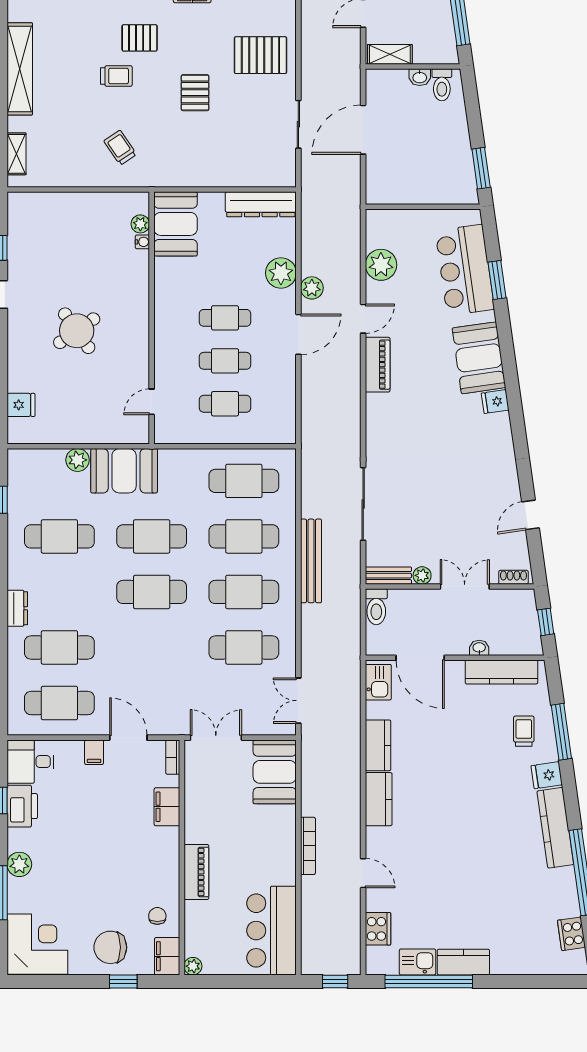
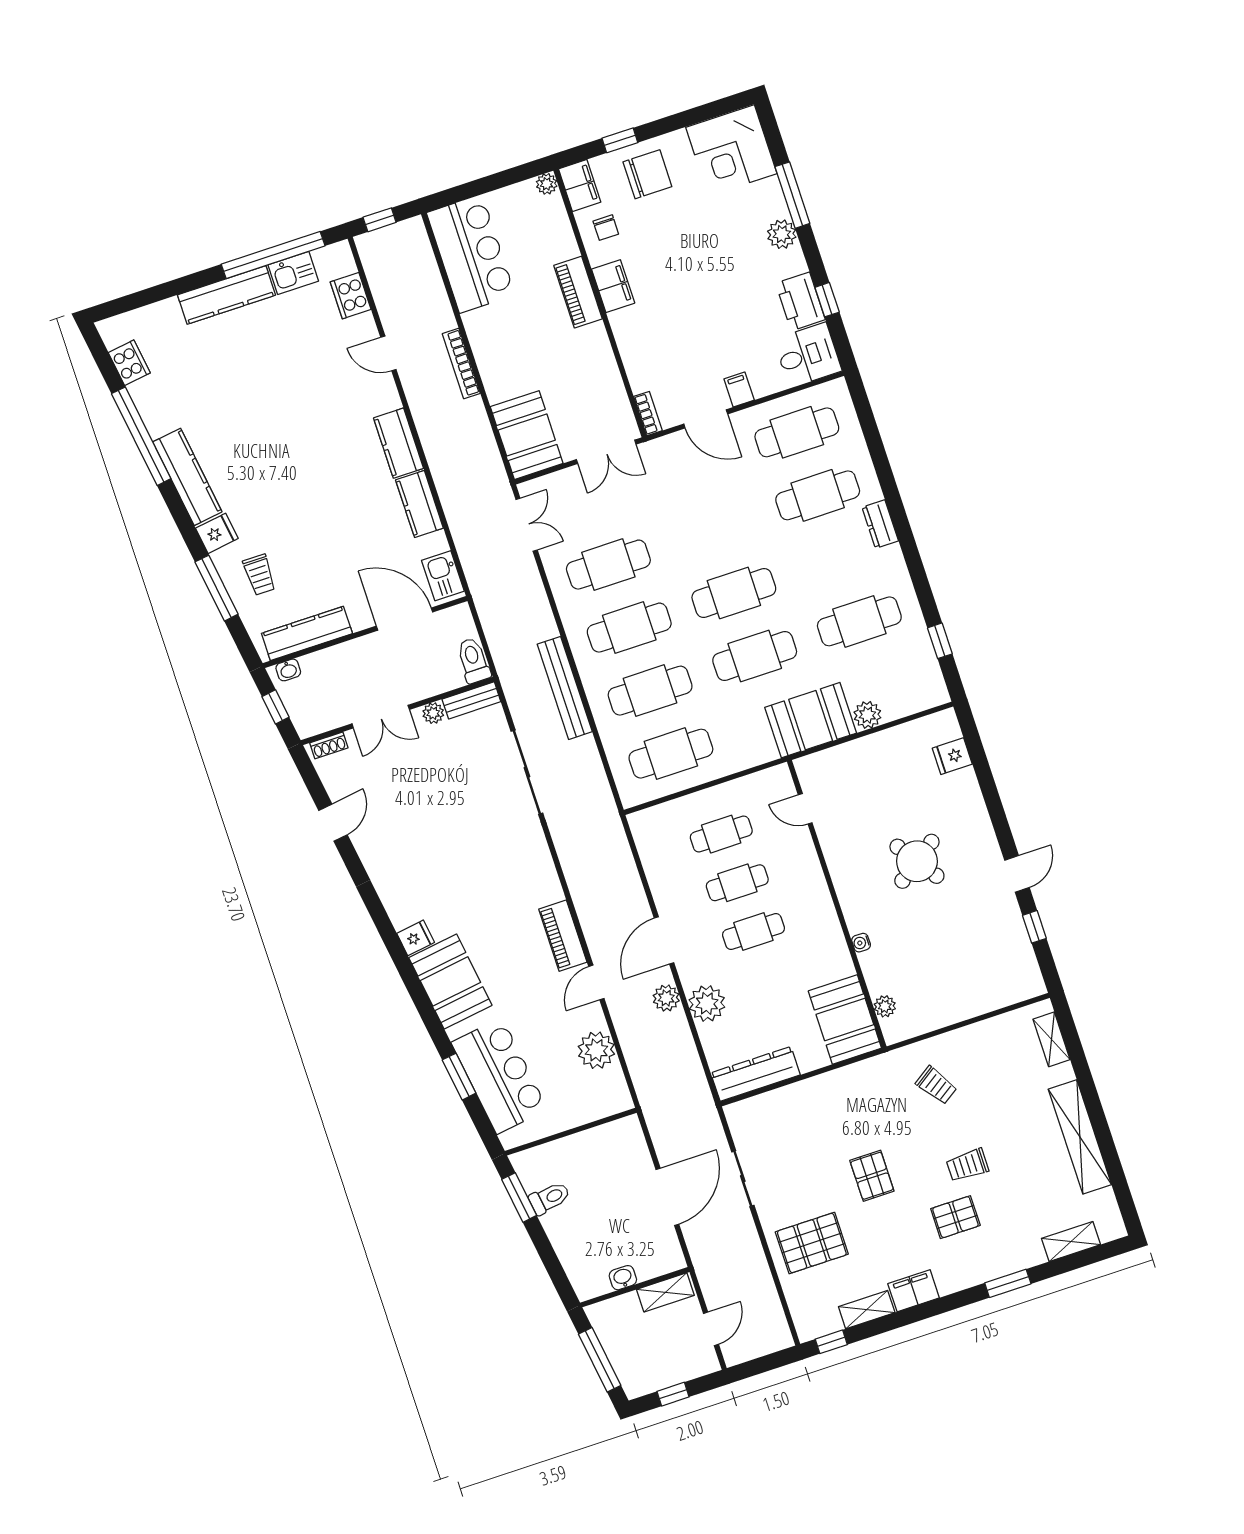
toilet: (442, 85) -> (550, 1198), moved, turned 82
water cooler: (142, 242) -> (861, 943), moved
door: (152, 402) -> (805, 809), swing flipped
washbasin: (479, 648) -> (288, 670), moved
filing cabinet: (167, 807) -> (613, 286), moved
kitchen counter: (463, 962) -> (227, 295), width x1.50

